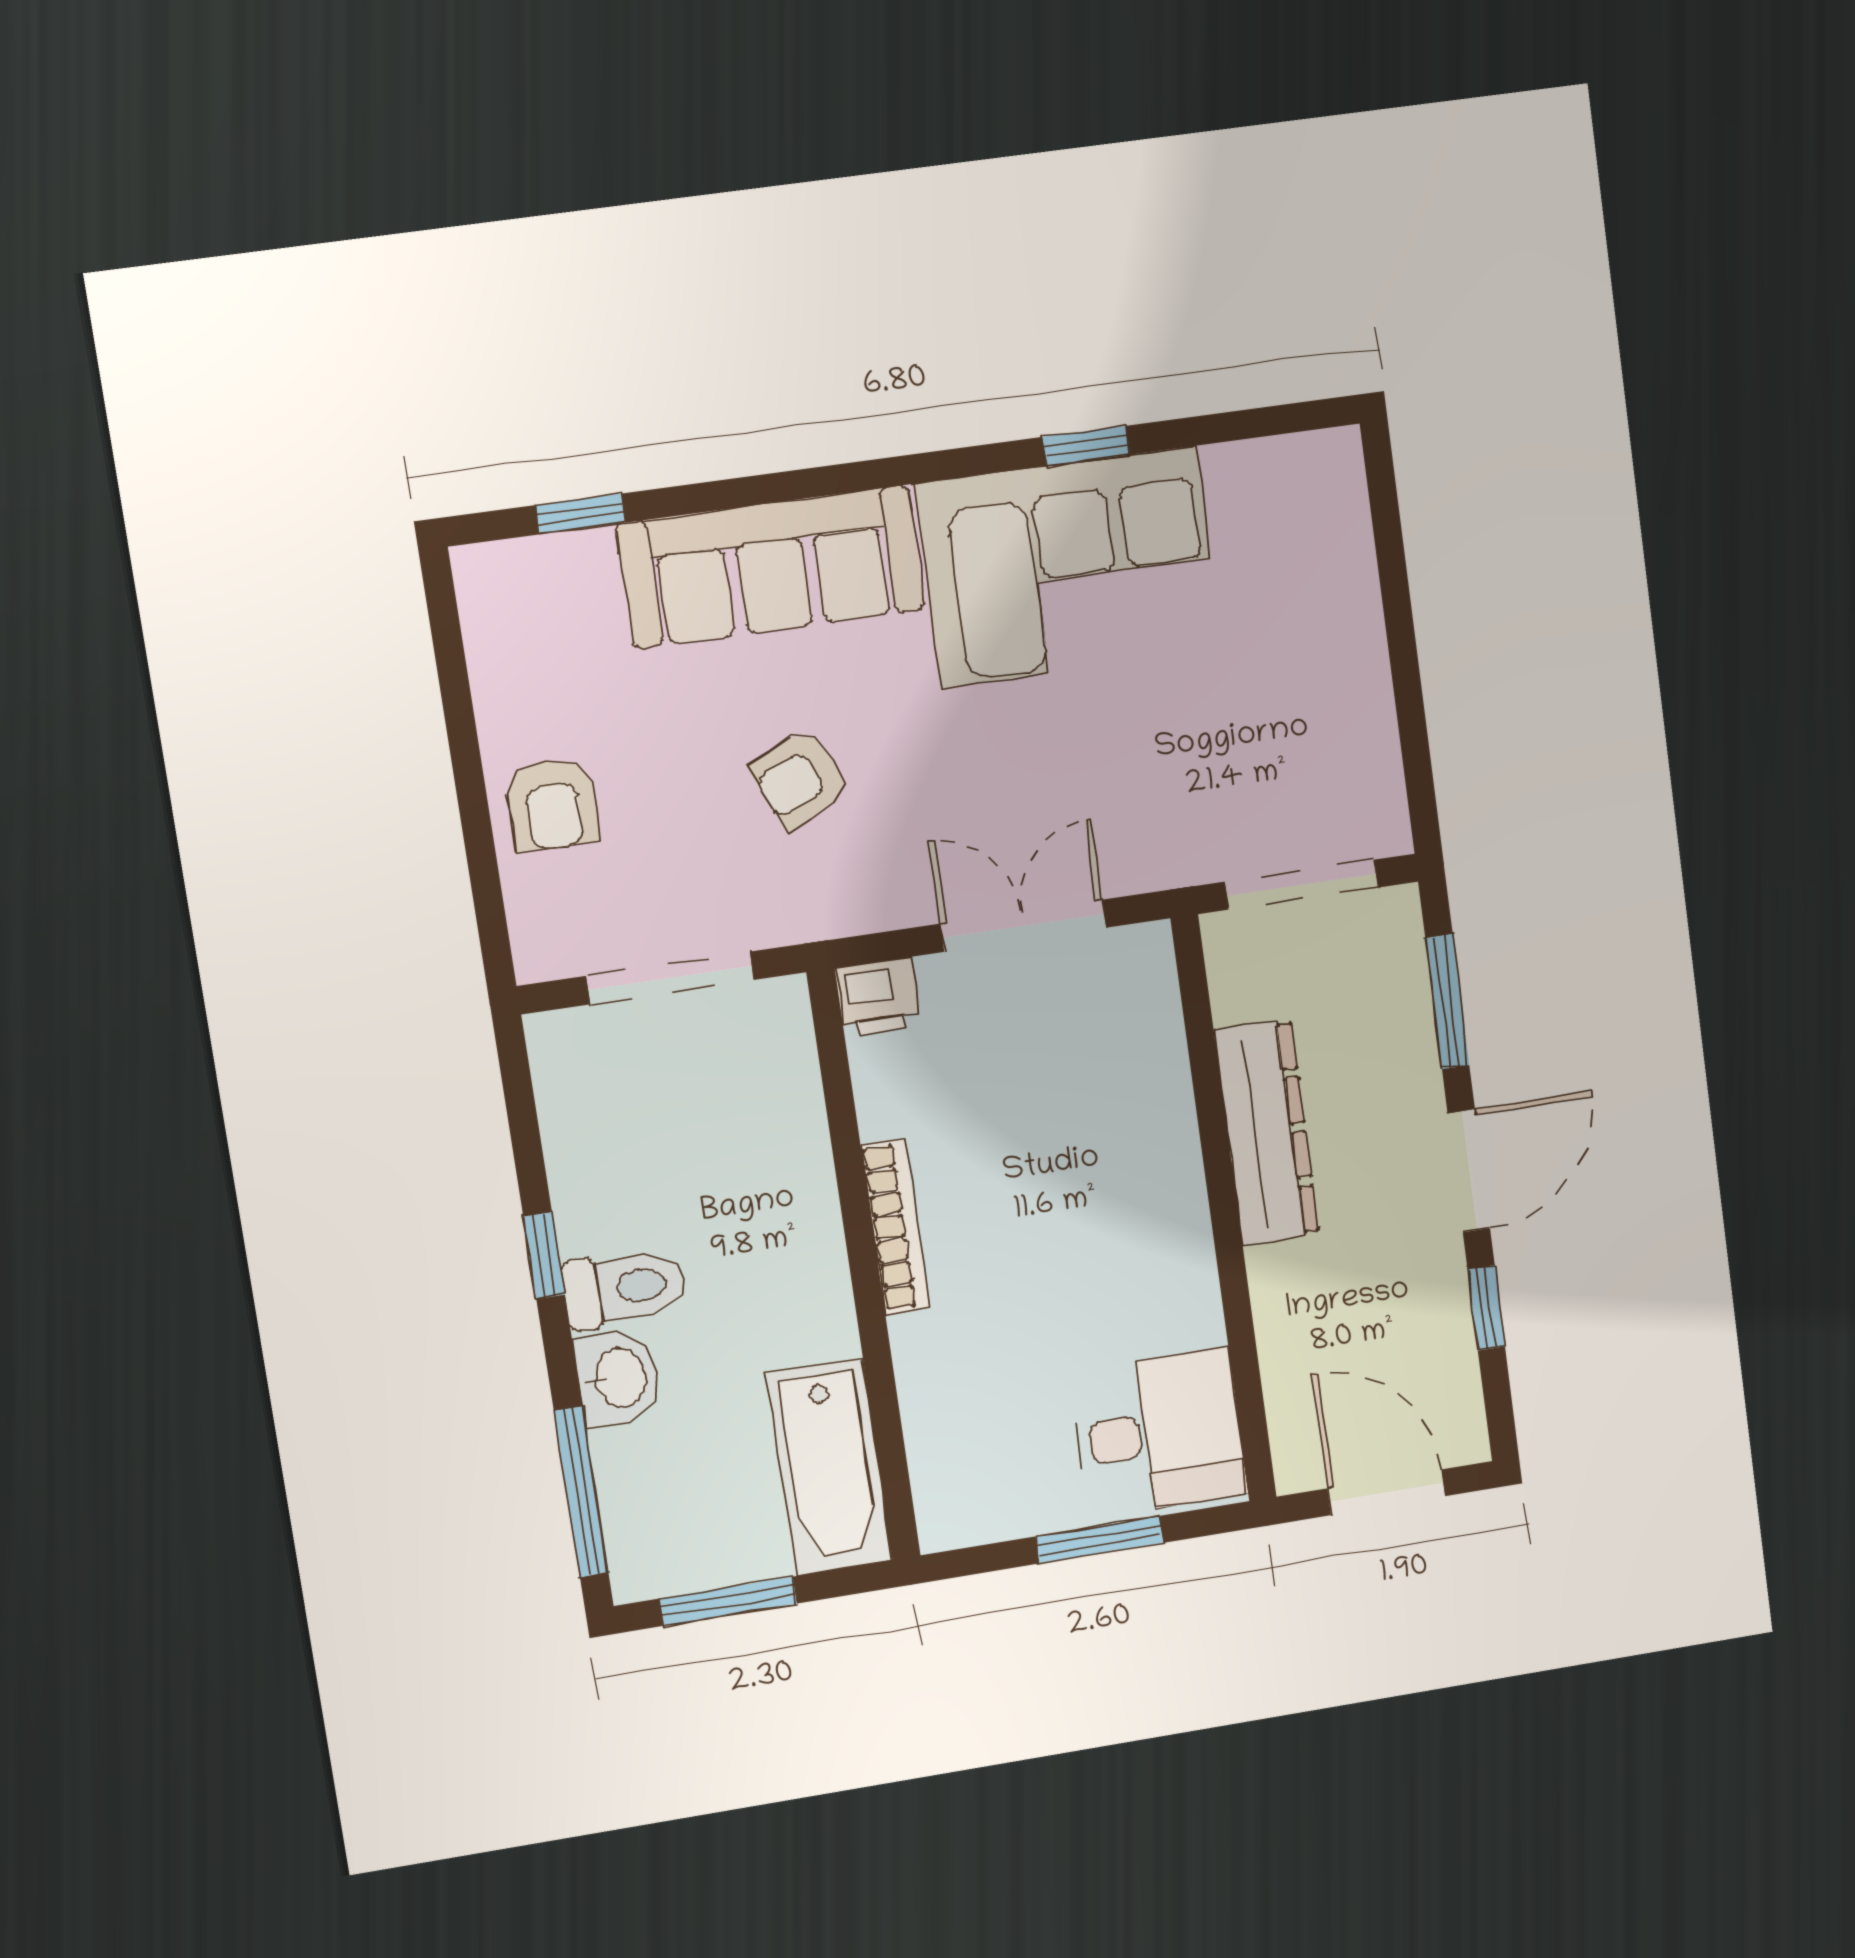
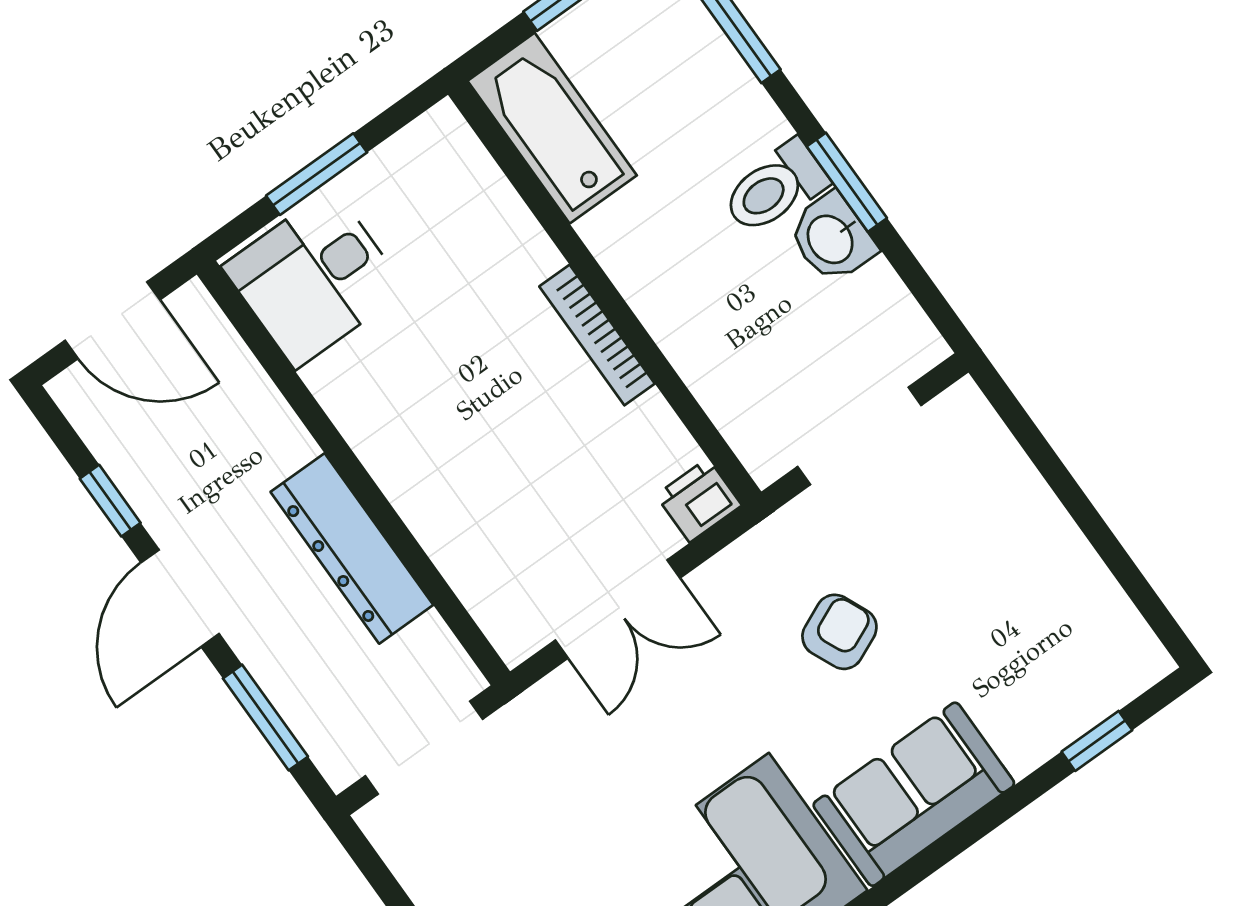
sofa: (771, 567) -> (914, 794), width x0.73
armchair: (553, 804) -> (1010, 519), removed
window: (544, 1256) -> (847, 182), width x1.50
washbasin: (618, 1378) -> (832, 238), moved

